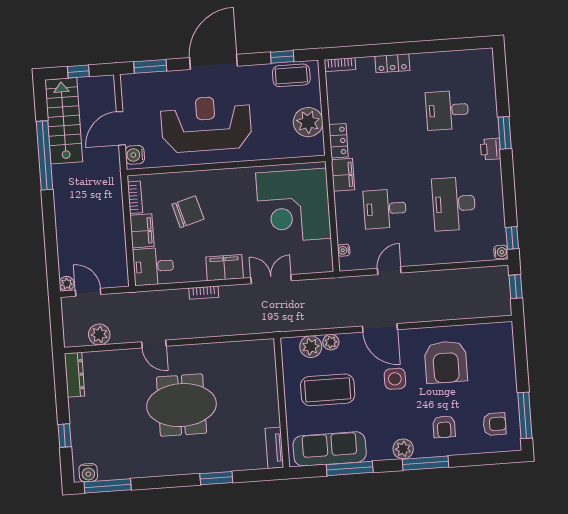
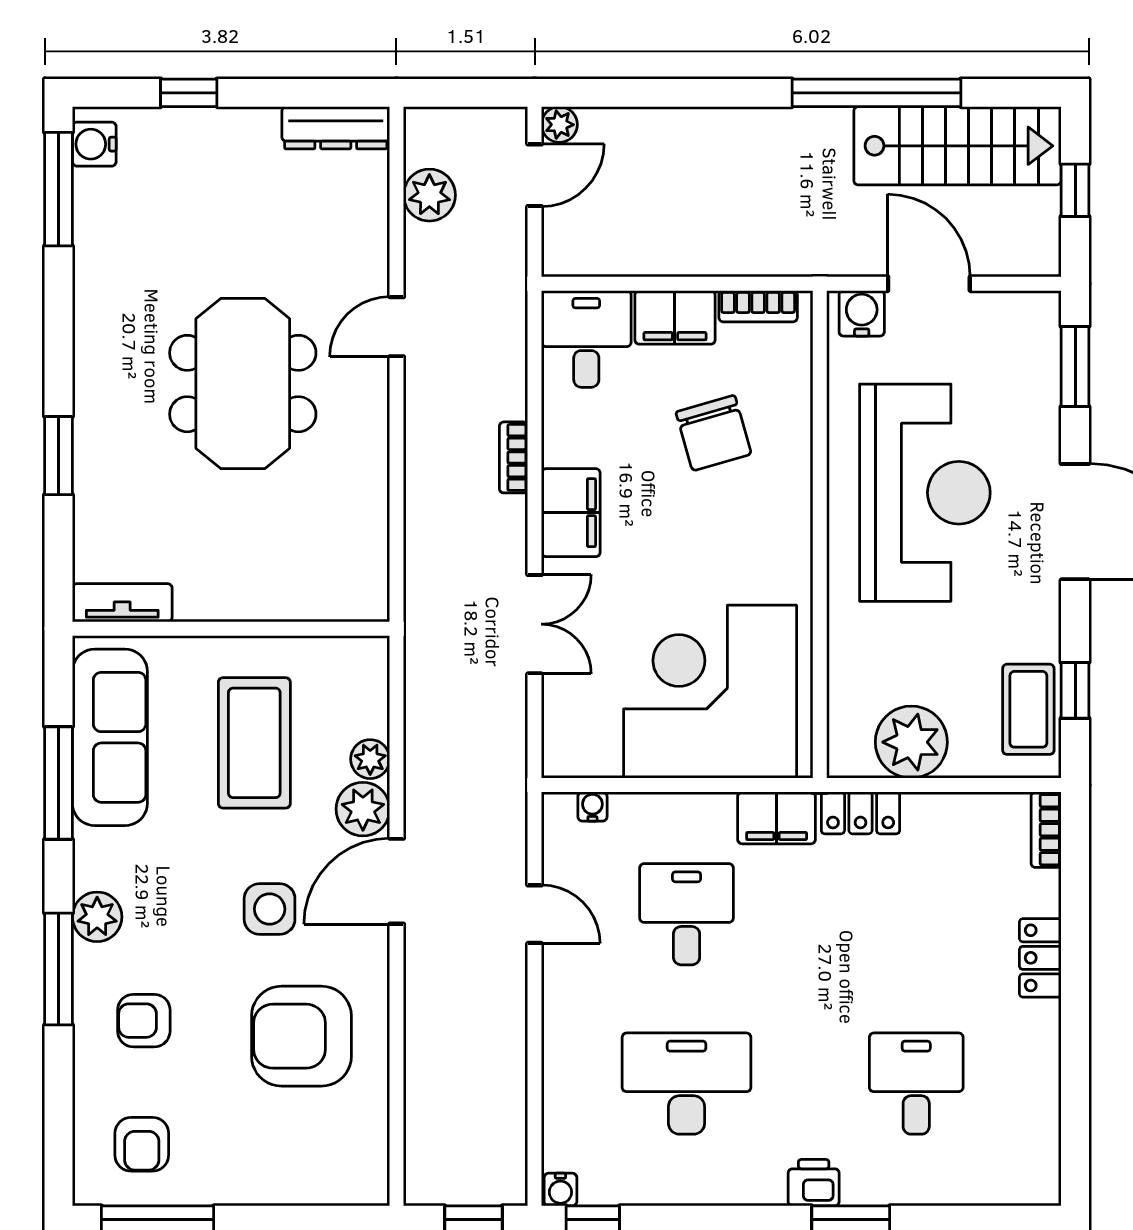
plant: (311, 347) -> (363, 809), moved

